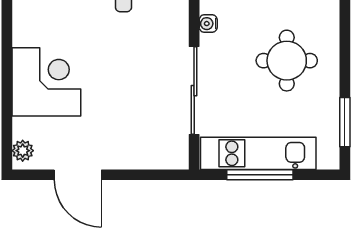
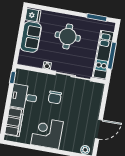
chair: (135, 56) -> (55, 97), added
corner desk: (46, 82) -> (47, 133), moved

